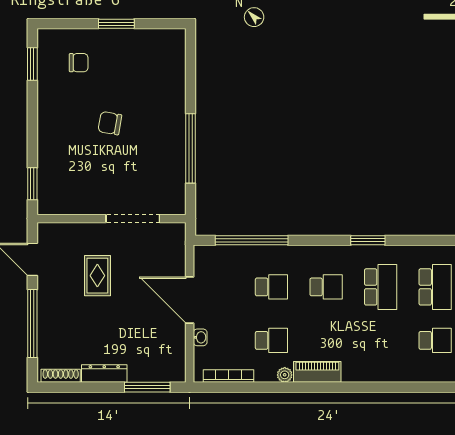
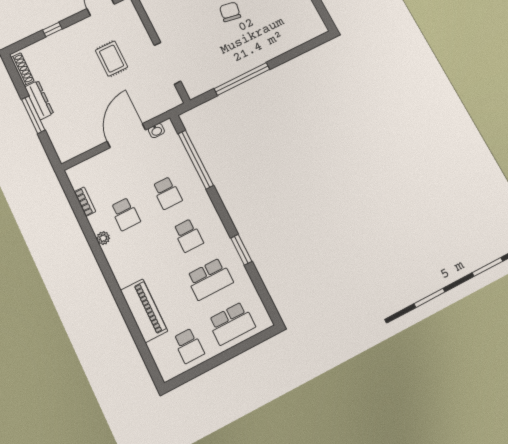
rug: (97, 276) -> (112, 59), turned 90
window: (32, 323) -> (52, 30), width x0.32
washbasin: (200, 337) -> (156, 131), moved
piano: (317, 372) -> (144, 311), moved, width x1.37, depth x1.33
bookcase: (228, 376) -> (85, 202), width x0.64
window: (147, 387) -> (33, 115), moved

